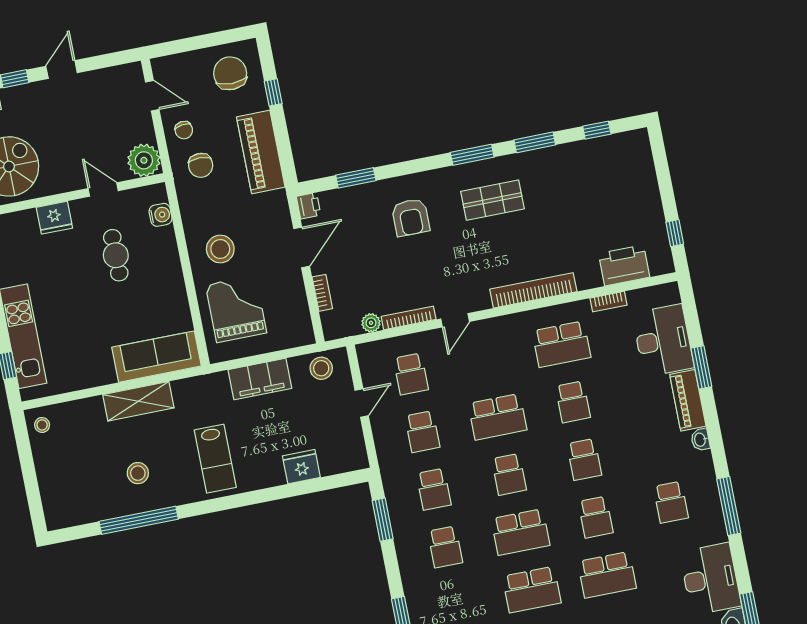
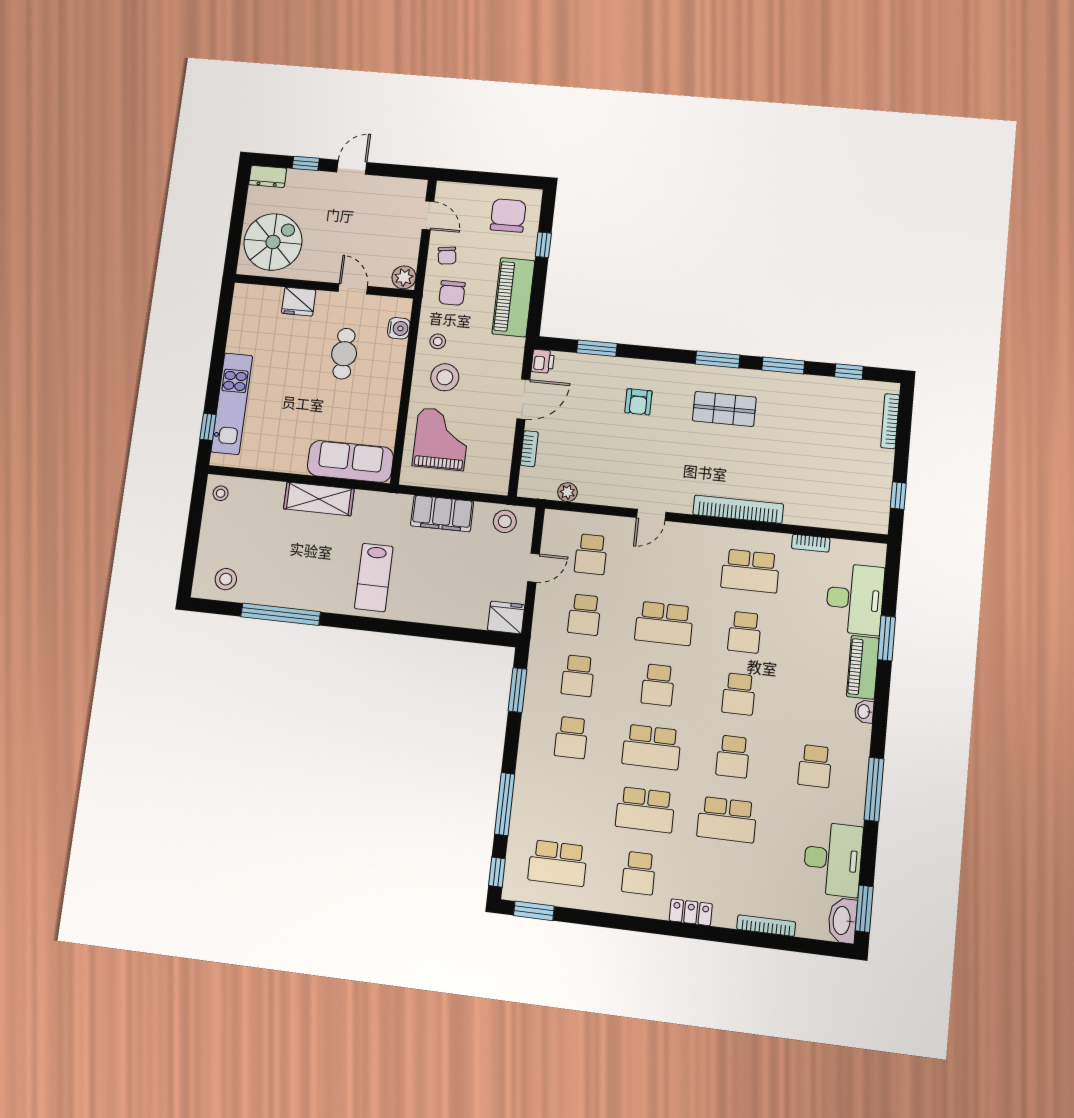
plant: (144, 160) -> (404, 277), width x0.73, depth x0.73
stool: (202, 216) -> (438, 341), added
armchair: (411, 217) -> (638, 402), width x0.72, depth x0.72
printer: (624, 265) -> (837, 512), removed
bookcase: (409, 318) -> (890, 421), moved, turned -90
fridge: (301, 467) -> (506, 617), moved
stool: (138, 473) -> (226, 579), moved

